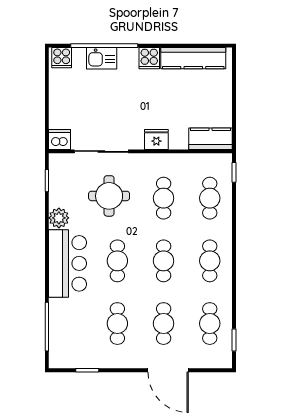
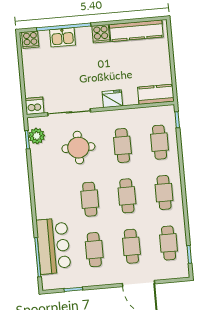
plant: (59, 218) -> (37, 136), moved
bar counter: (68, 263) -> (53, 246), moved

